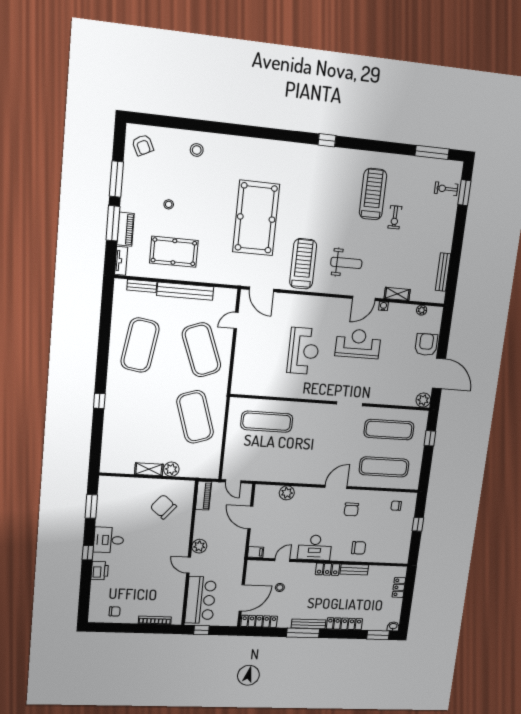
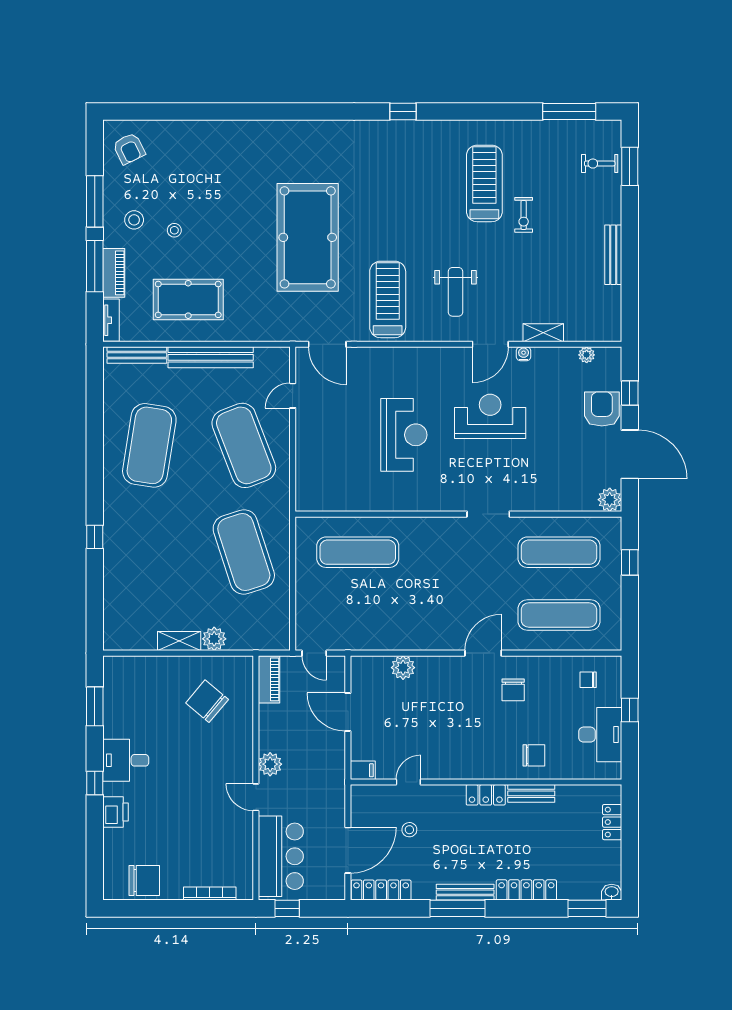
stool: (197, 150) -> (134, 220), moved
weight bench: (346, 263) -> (456, 292), turned 90
bench: (443, 272) -> (613, 255), moved
bench: (142, 286) -> (137, 355), width x1.36
window: (444, 336) -> (630, 393), added
desk: (315, 548) -> (600, 735), moved, turned -90
chair: (115, 611) -> (144, 881), width x1.87, depth x1.87

